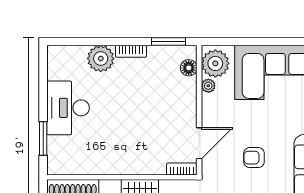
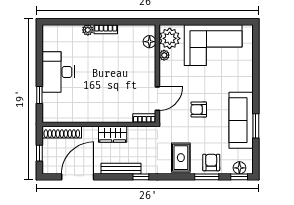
window: (169, 41) -> (134, 22), removed
plant: (101, 59) -> (88, 30), width x0.53, depth x0.53
window: (43, 139) -> (39, 95), width x0.67

